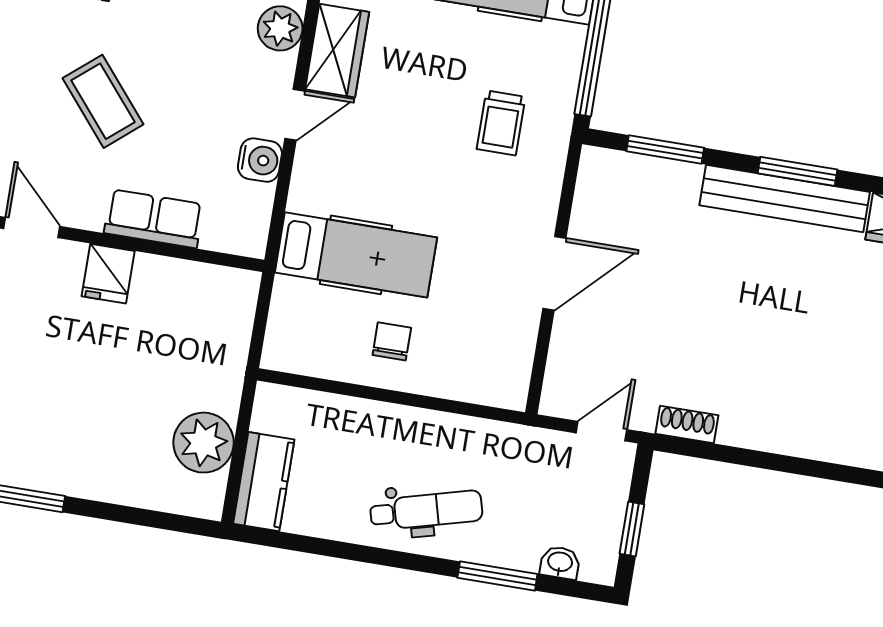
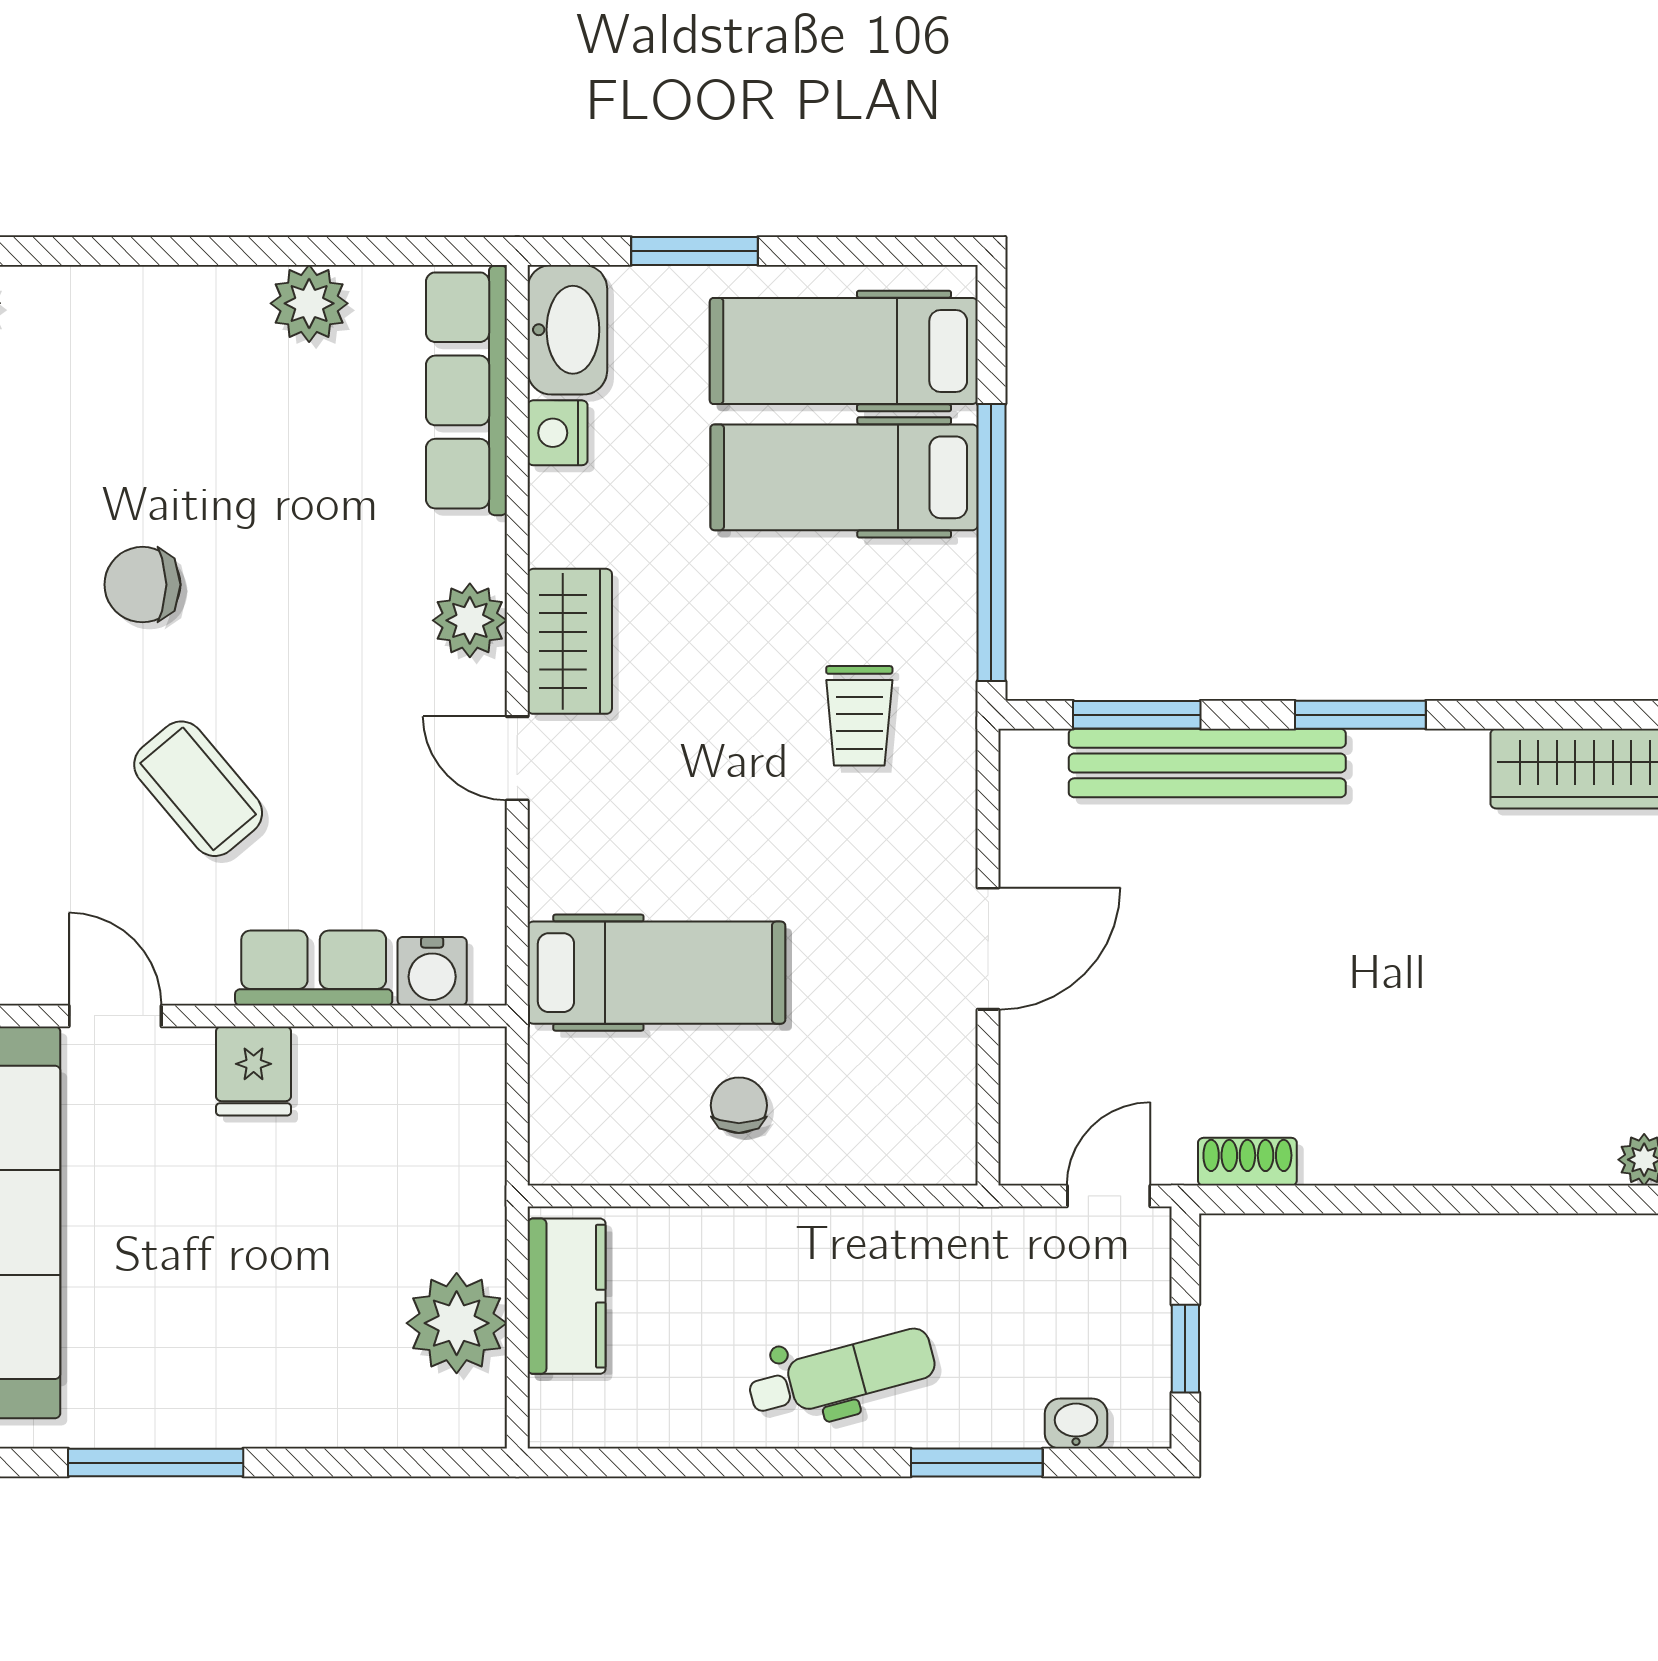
door: (295, 115) -> (517, 758), swing flipped
water cooler: (260, 160) -> (432, 971), moved, turned 90
bench: (785, 199) -> (1207, 763), moved
kitchen counter: (264, 482) -> (567, 1296), moved

